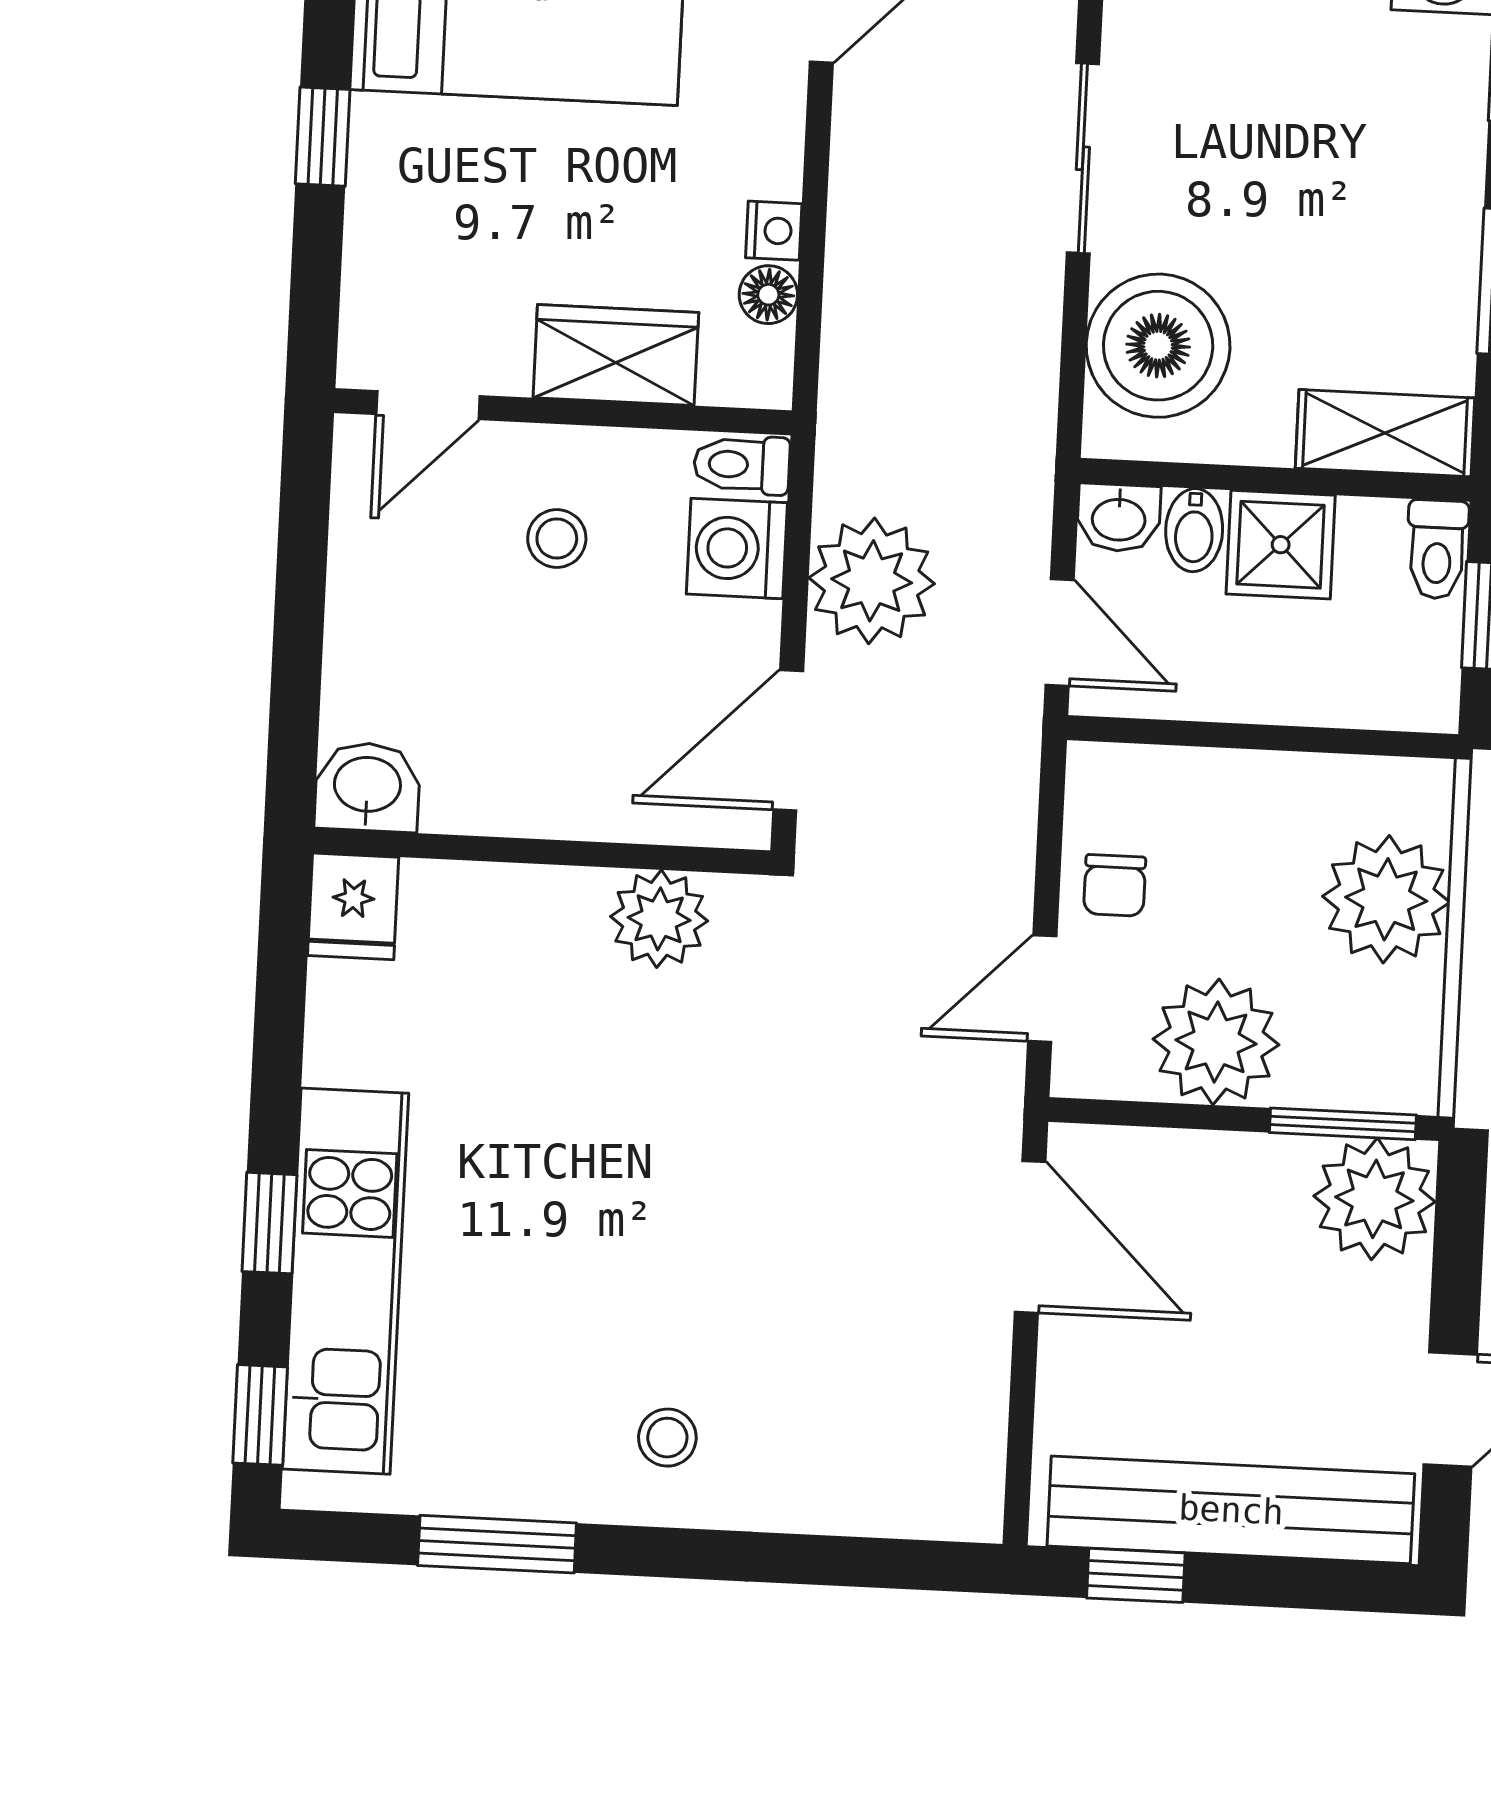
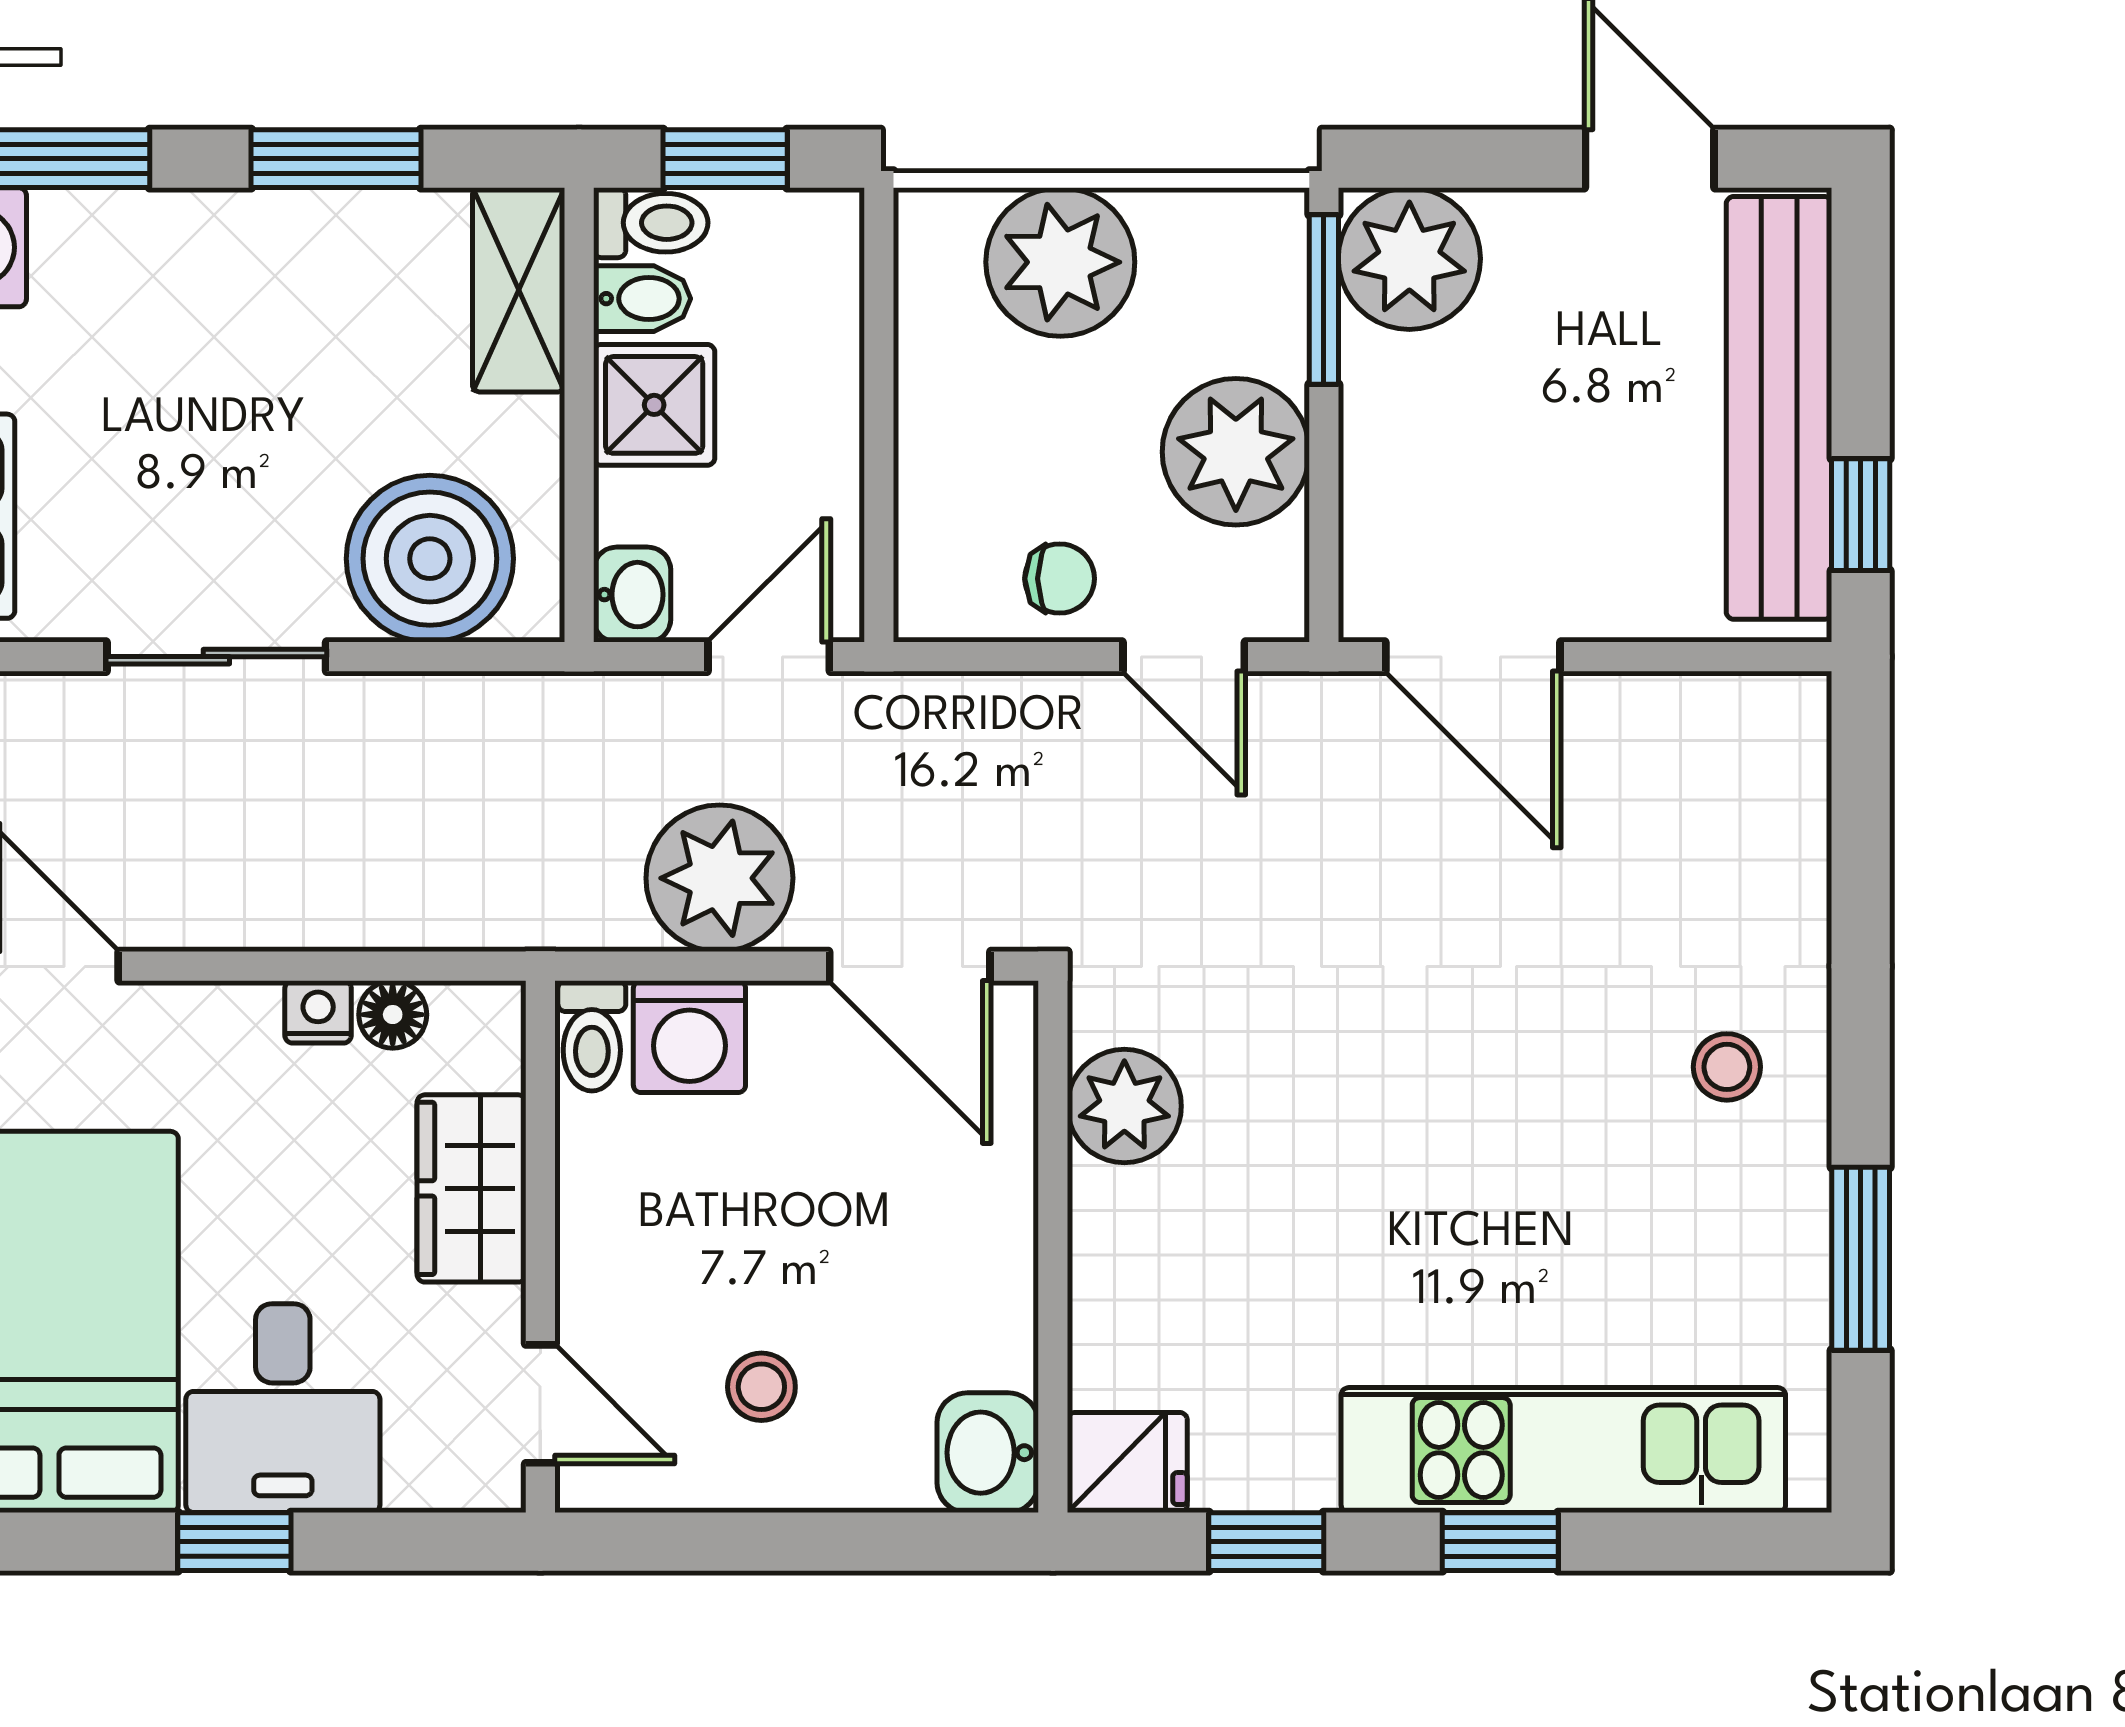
desk: (435, 184) -> (283, 1408), added
bidet: (1194, 530) -> (642, 299), moved
stool: (557, 538) -> (761, 1387), moved
door: (1030, 1237) -> (1473, 657), swing flipped
window: (260, 1415) -> (1266, 1542), moved

